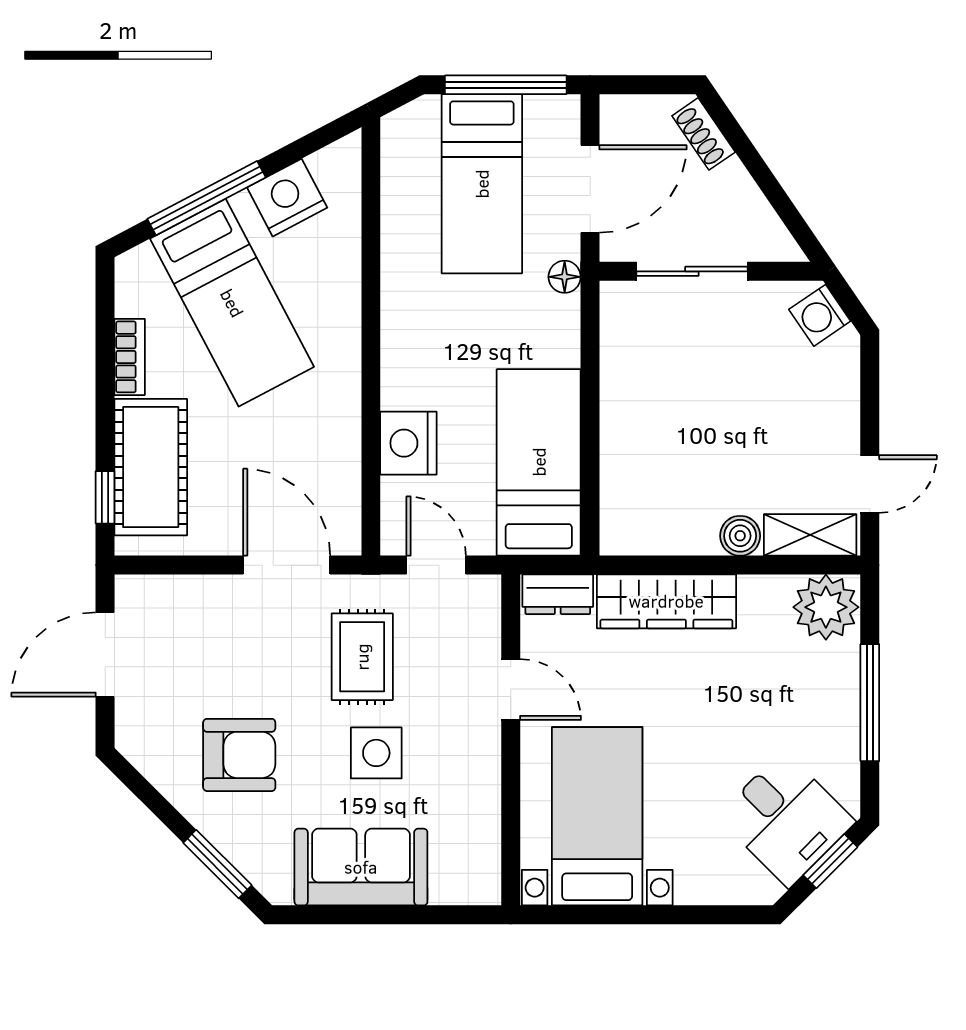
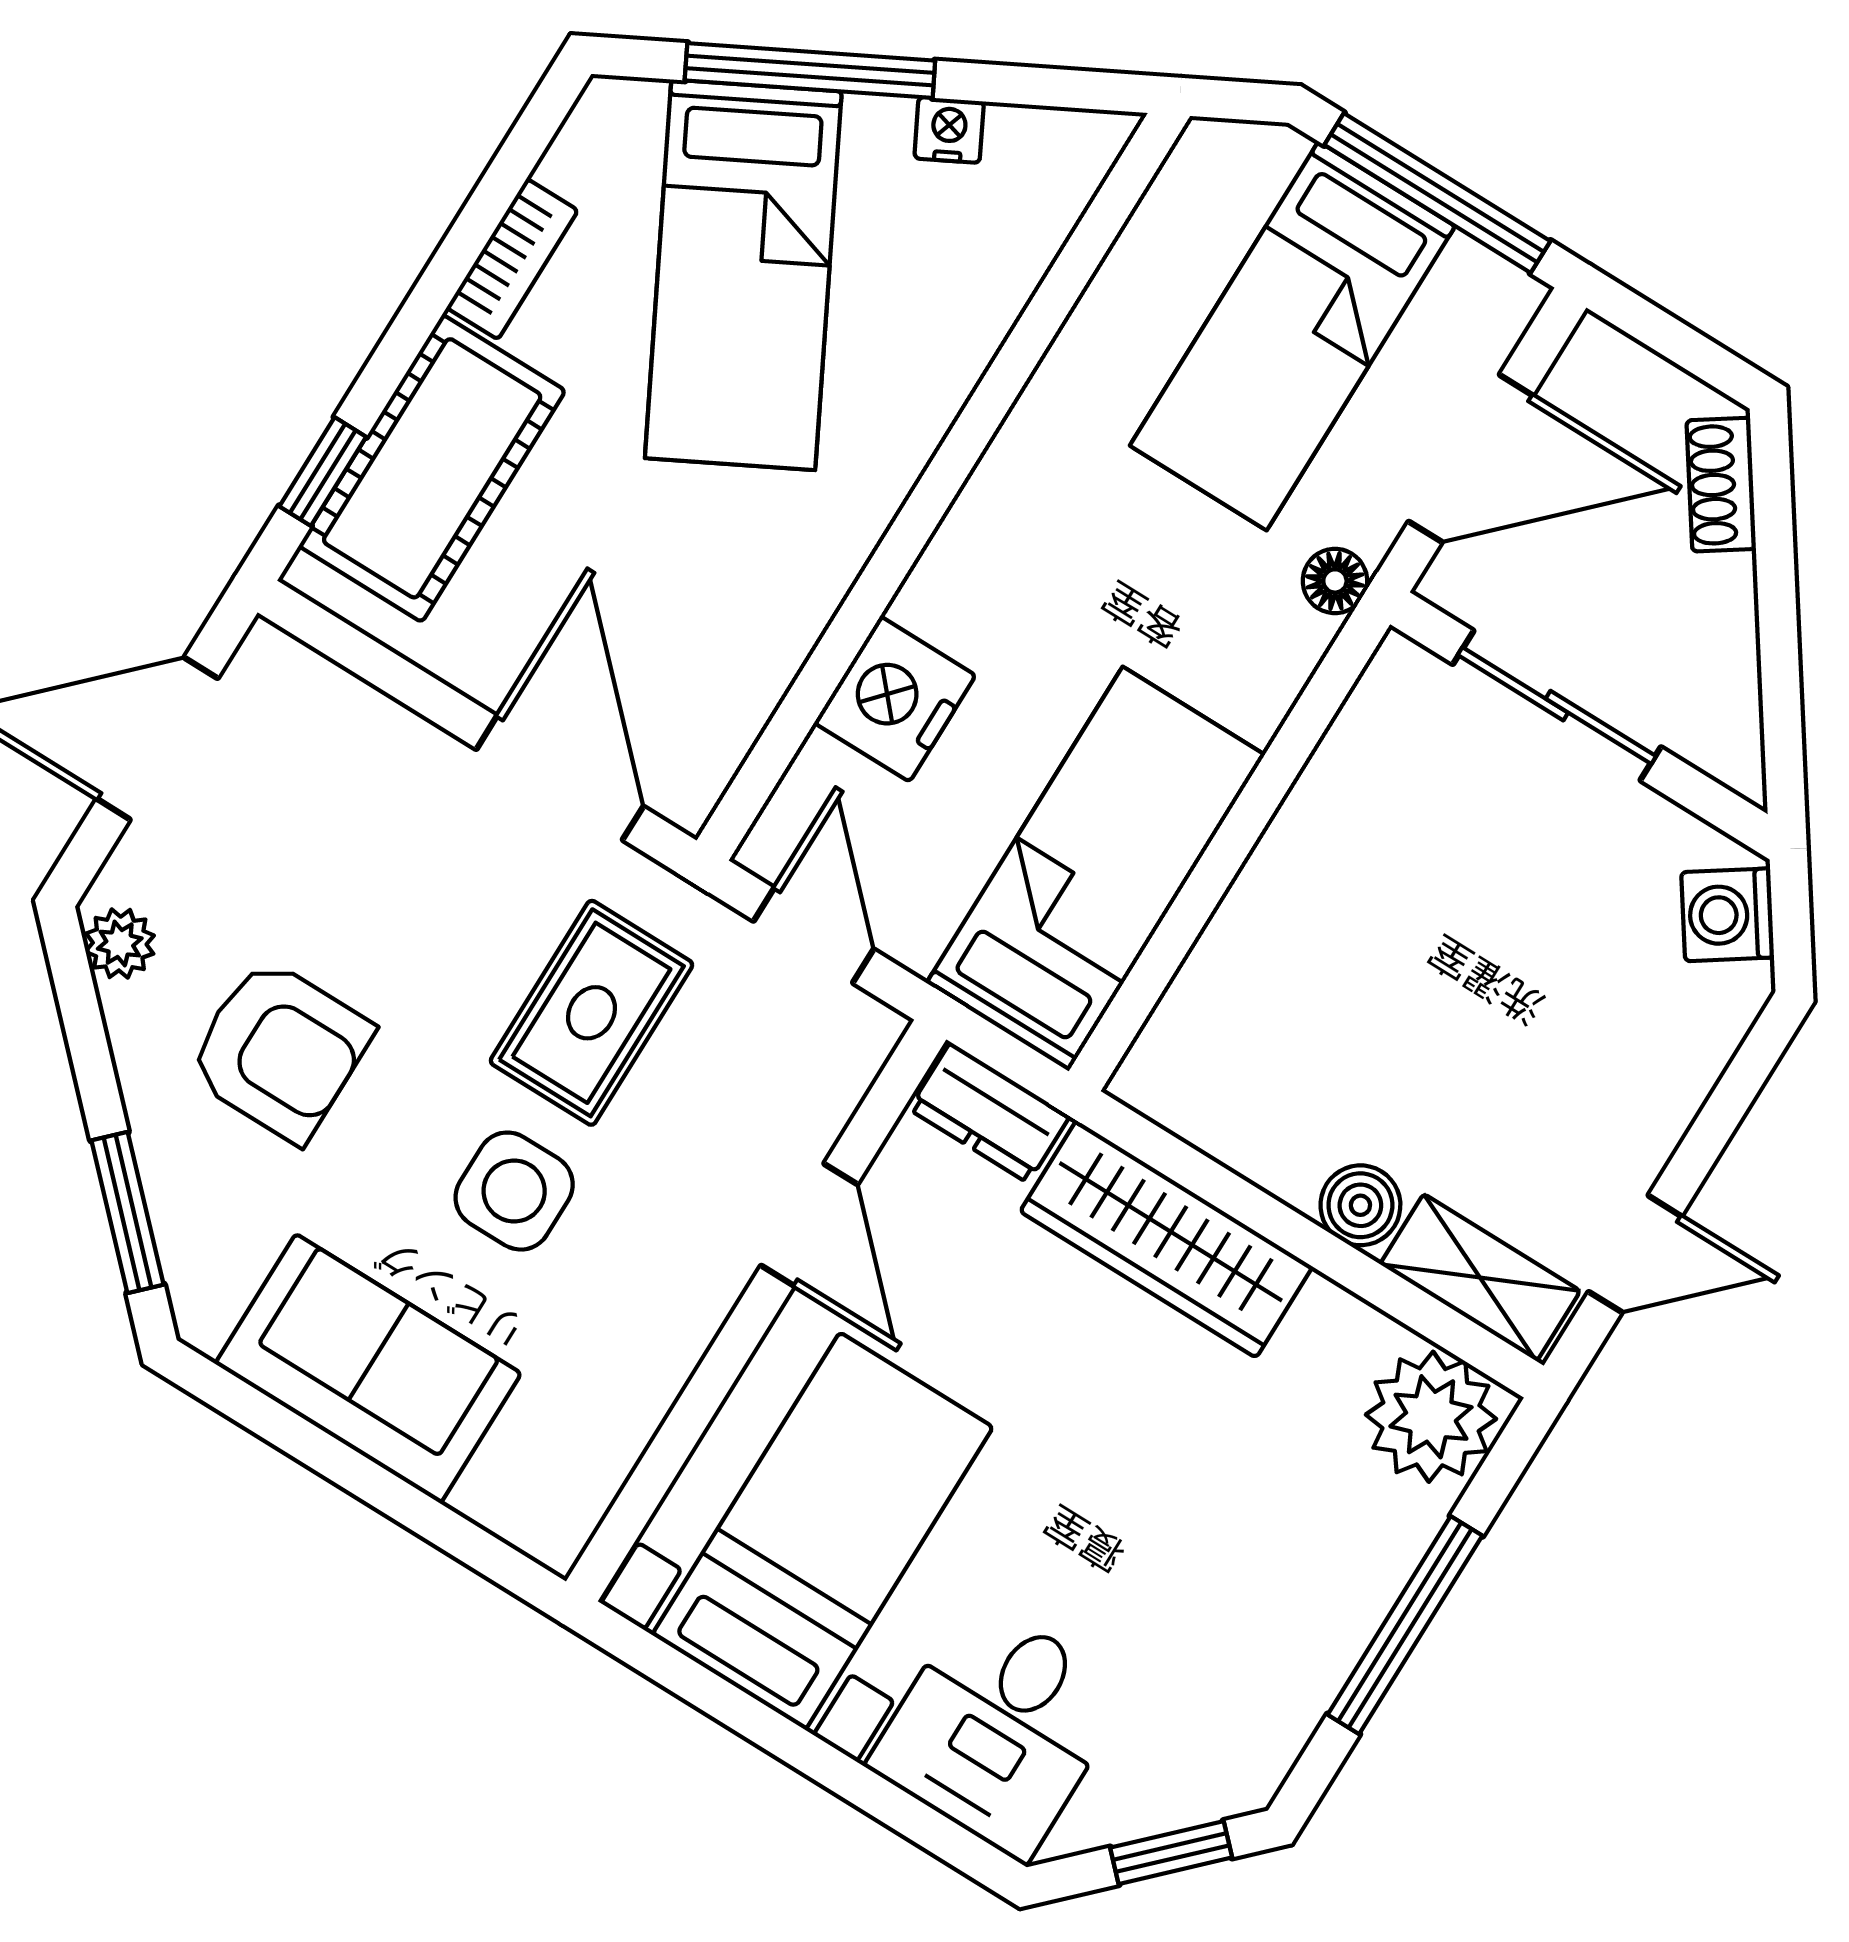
nightstand: (287, 198) -> (949, 130), width x0.53, depth x0.56
plant: (143, 752) -> (120, 944), added
desk: (786, 819) -> (999, 1728), moved, turned 45

